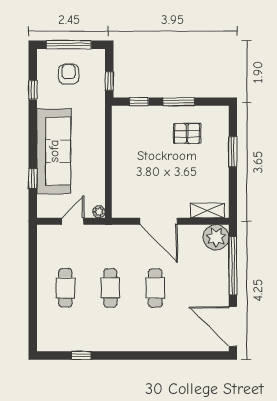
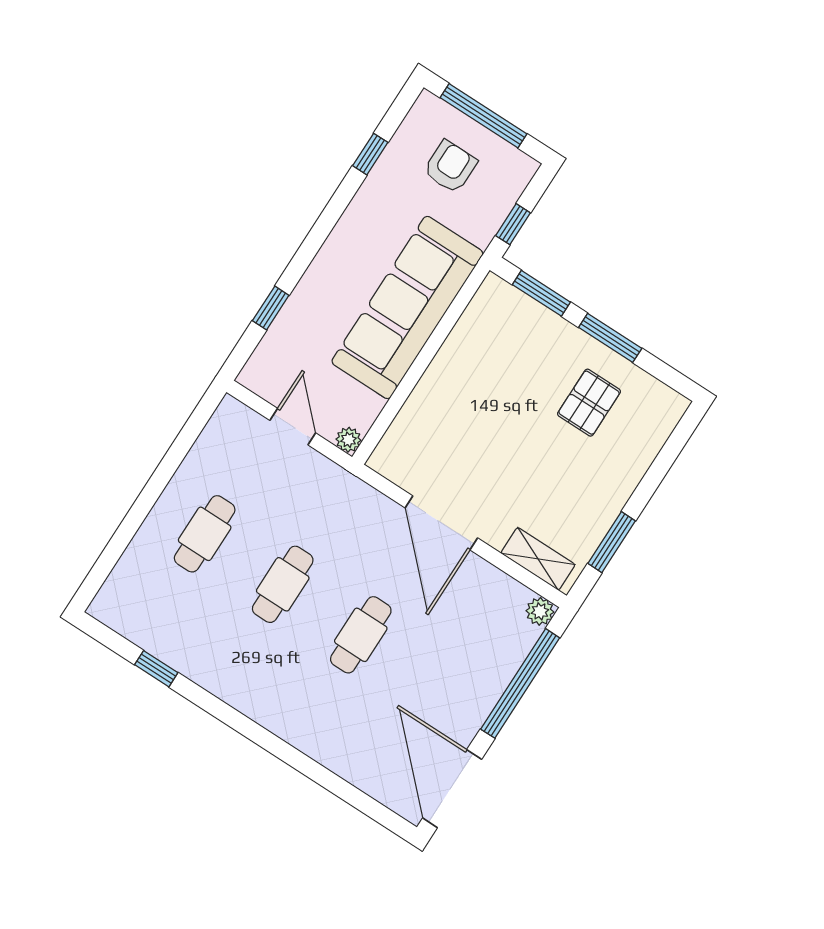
window: (139, 102) -> (541, 293), width x1.50
pallet: (187, 134) -> (589, 403), turned 90
sofa: (54, 151) -> (407, 308), moved, turned 180
window: (233, 152) -> (612, 542), moved
door: (73, 221) -> (293, 427), hinge flipped
plant: (216, 237) -> (540, 611), width x0.53, depth x0.53

